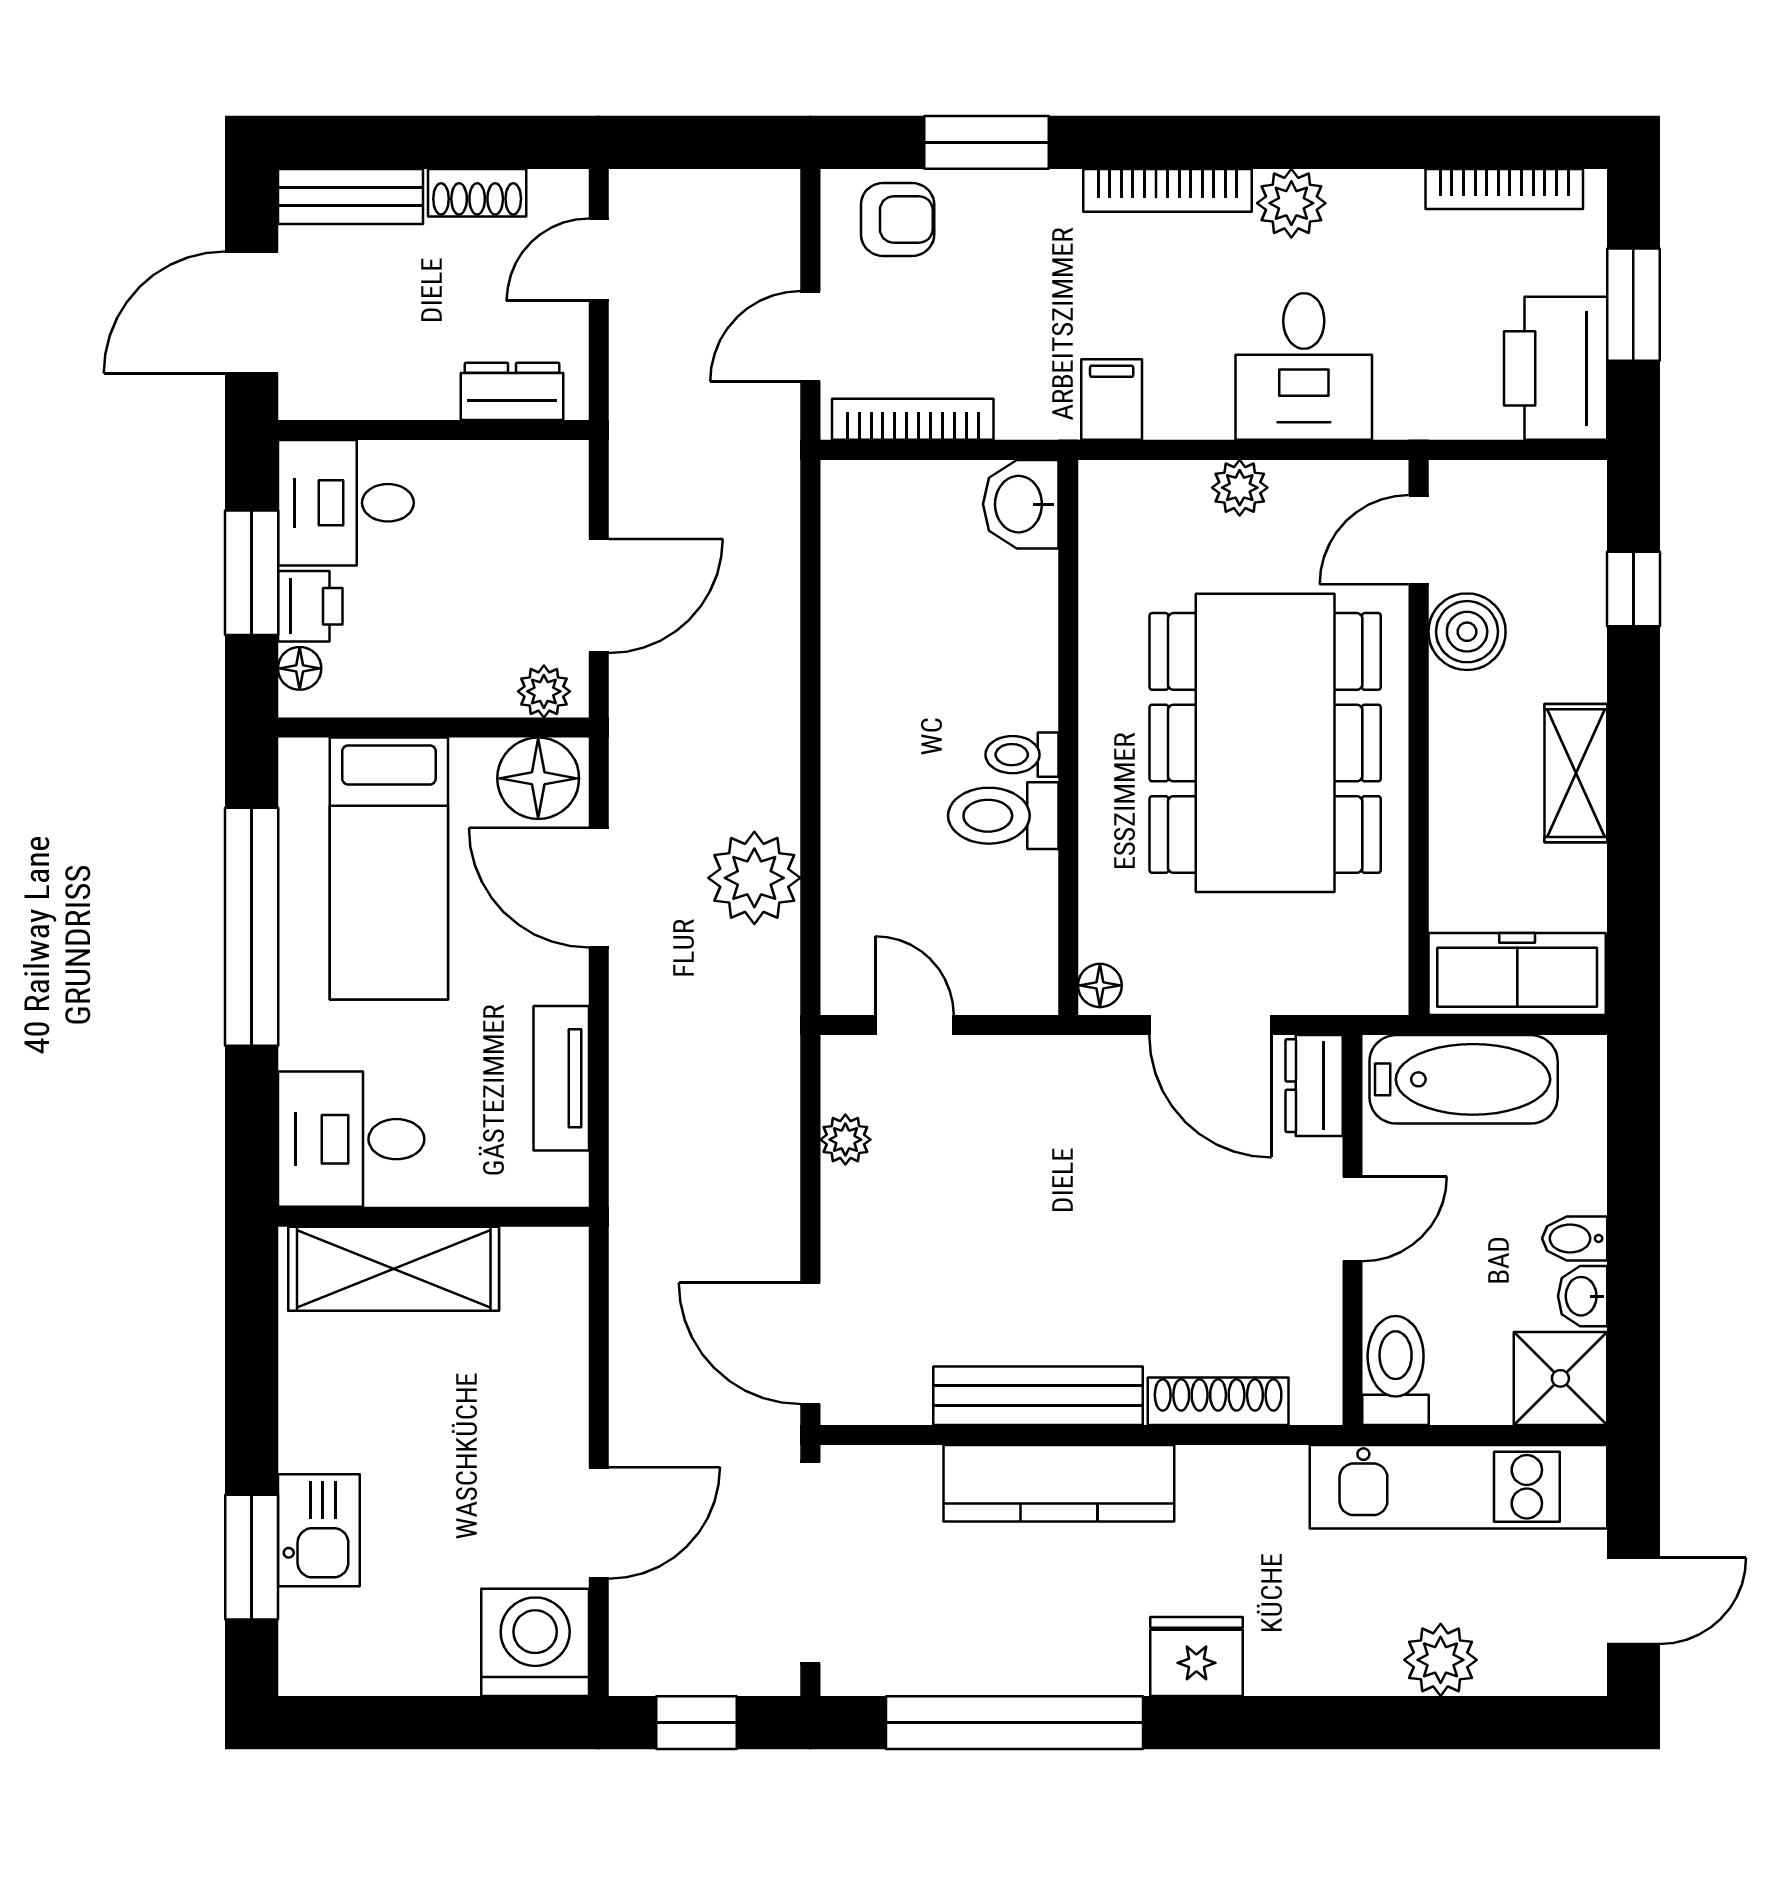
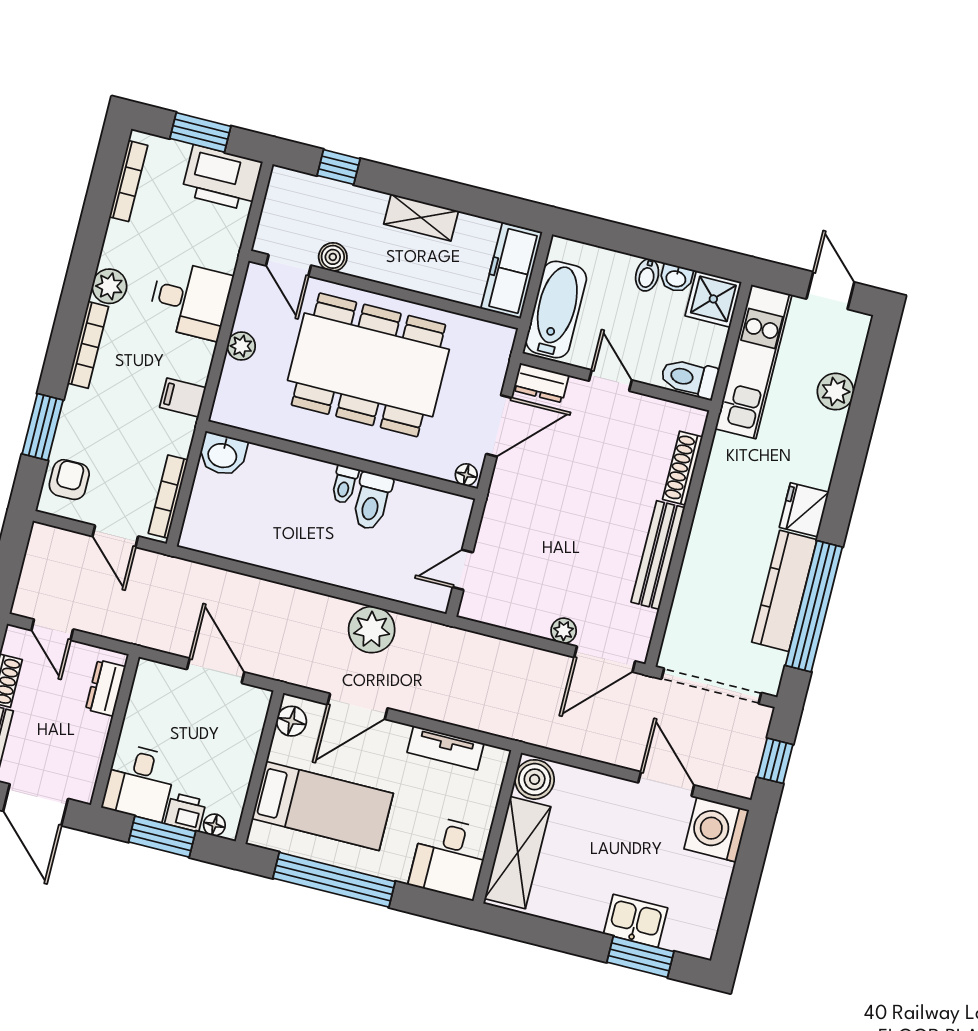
boiler: (1467, 632) -> (333, 257), width x0.73, depth x0.73
plant: (544, 691) -> (255, 709), removed
floor lamp: (538, 778) -> (291, 721), width x0.73, depth x0.73
plant: (845, 1140) -> (564, 631), moved
boiler: (544, 1266) -> (535, 779), added
kitchen counter: (1059, 1483) -> (784, 591), moved, turned 180

